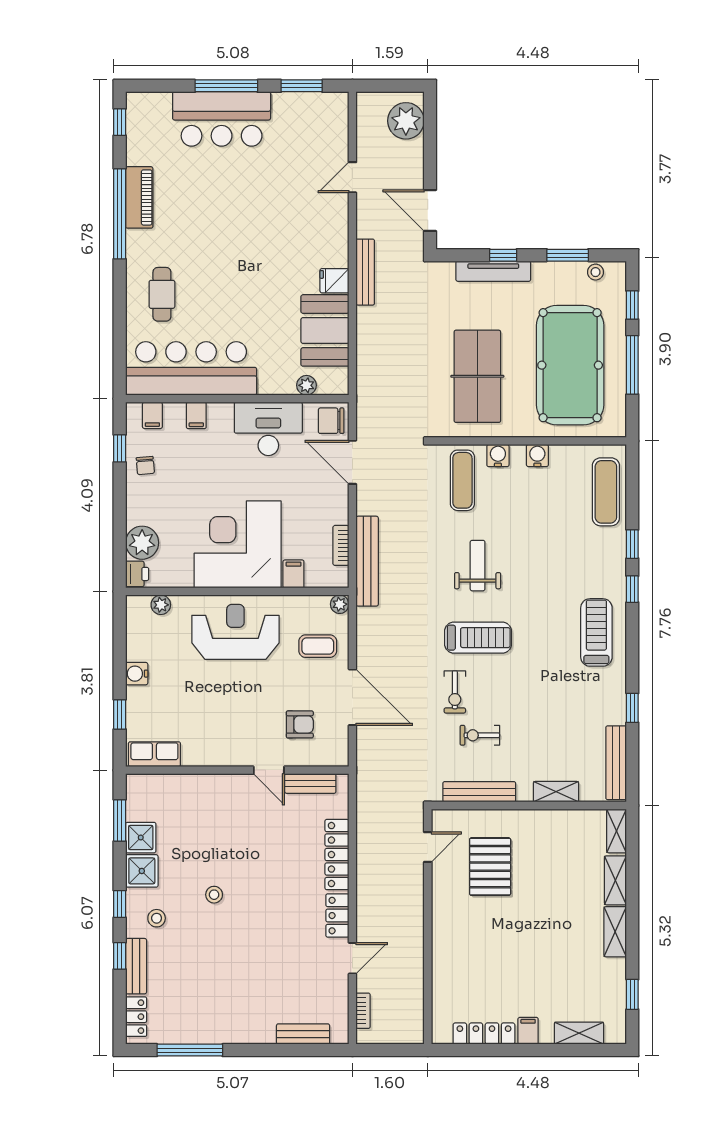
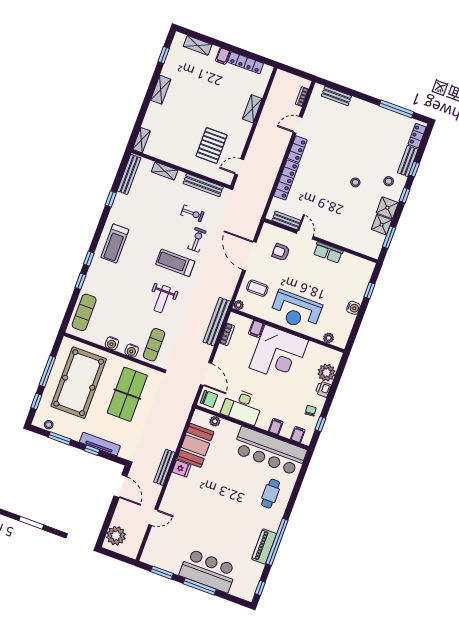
printer: (137, 574) -> (323, 389), moved
row of seats: (154, 754) -> (328, 252), moved
shelving: (615, 880) -> (252, 109), moved

